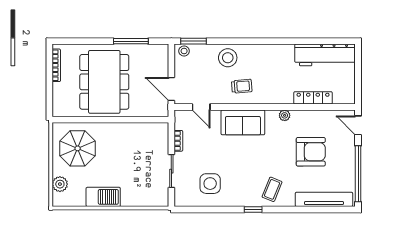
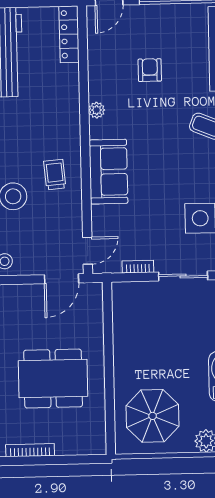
dining table: (104, 82) -> (53, 379), width x0.73, depth x0.80
locker: (313, 98) -> (69, 34), moved
door: (201, 107) -> (87, 251), moved
armchair: (311, 152) -> (150, 70), width x0.53, depth x0.53

